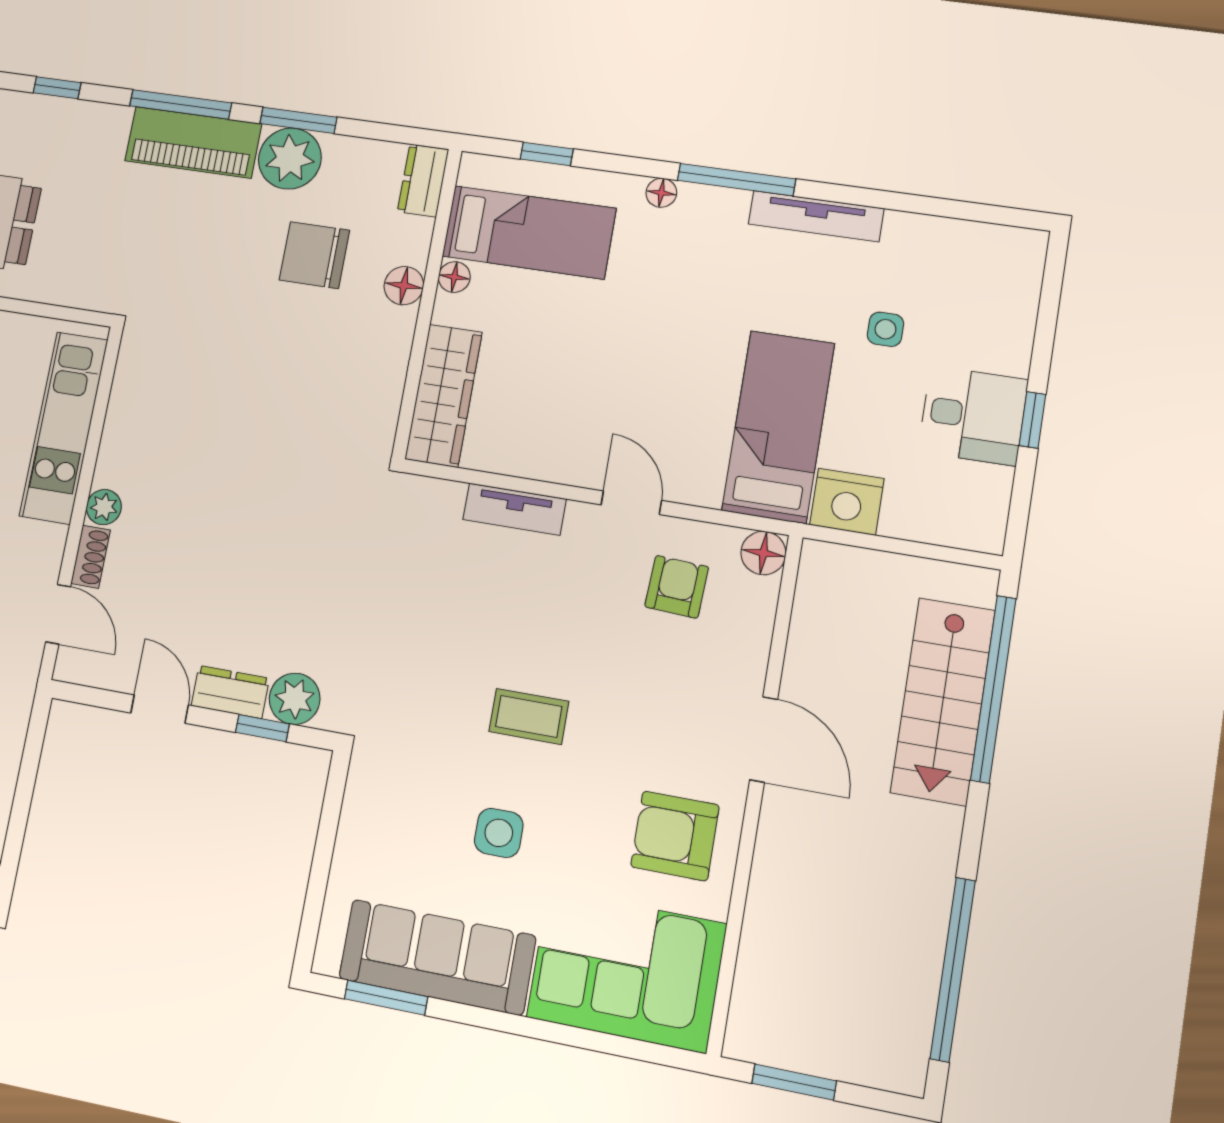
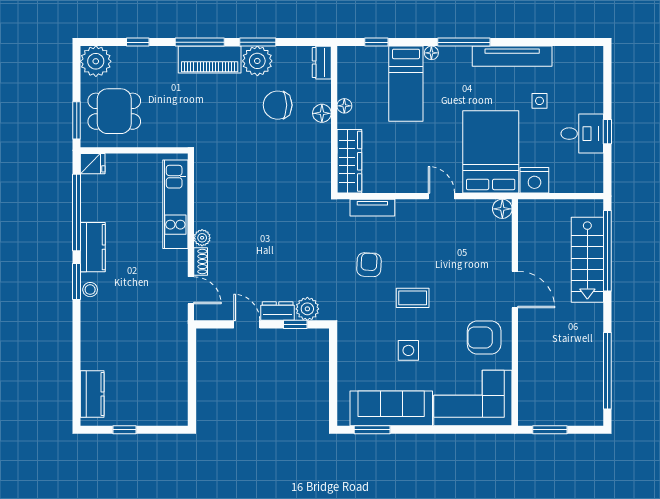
tv unit: (816, 216) -> (512, 56), width x1.36, depth x1.29
bed: (529, 232) -> (406, 84), moved, turned 90
bed: (778, 427) -> (491, 152), width x1.50
tv unit: (515, 509) -> (372, 208), moved
armchair: (677, 587) -> (369, 265), moved

